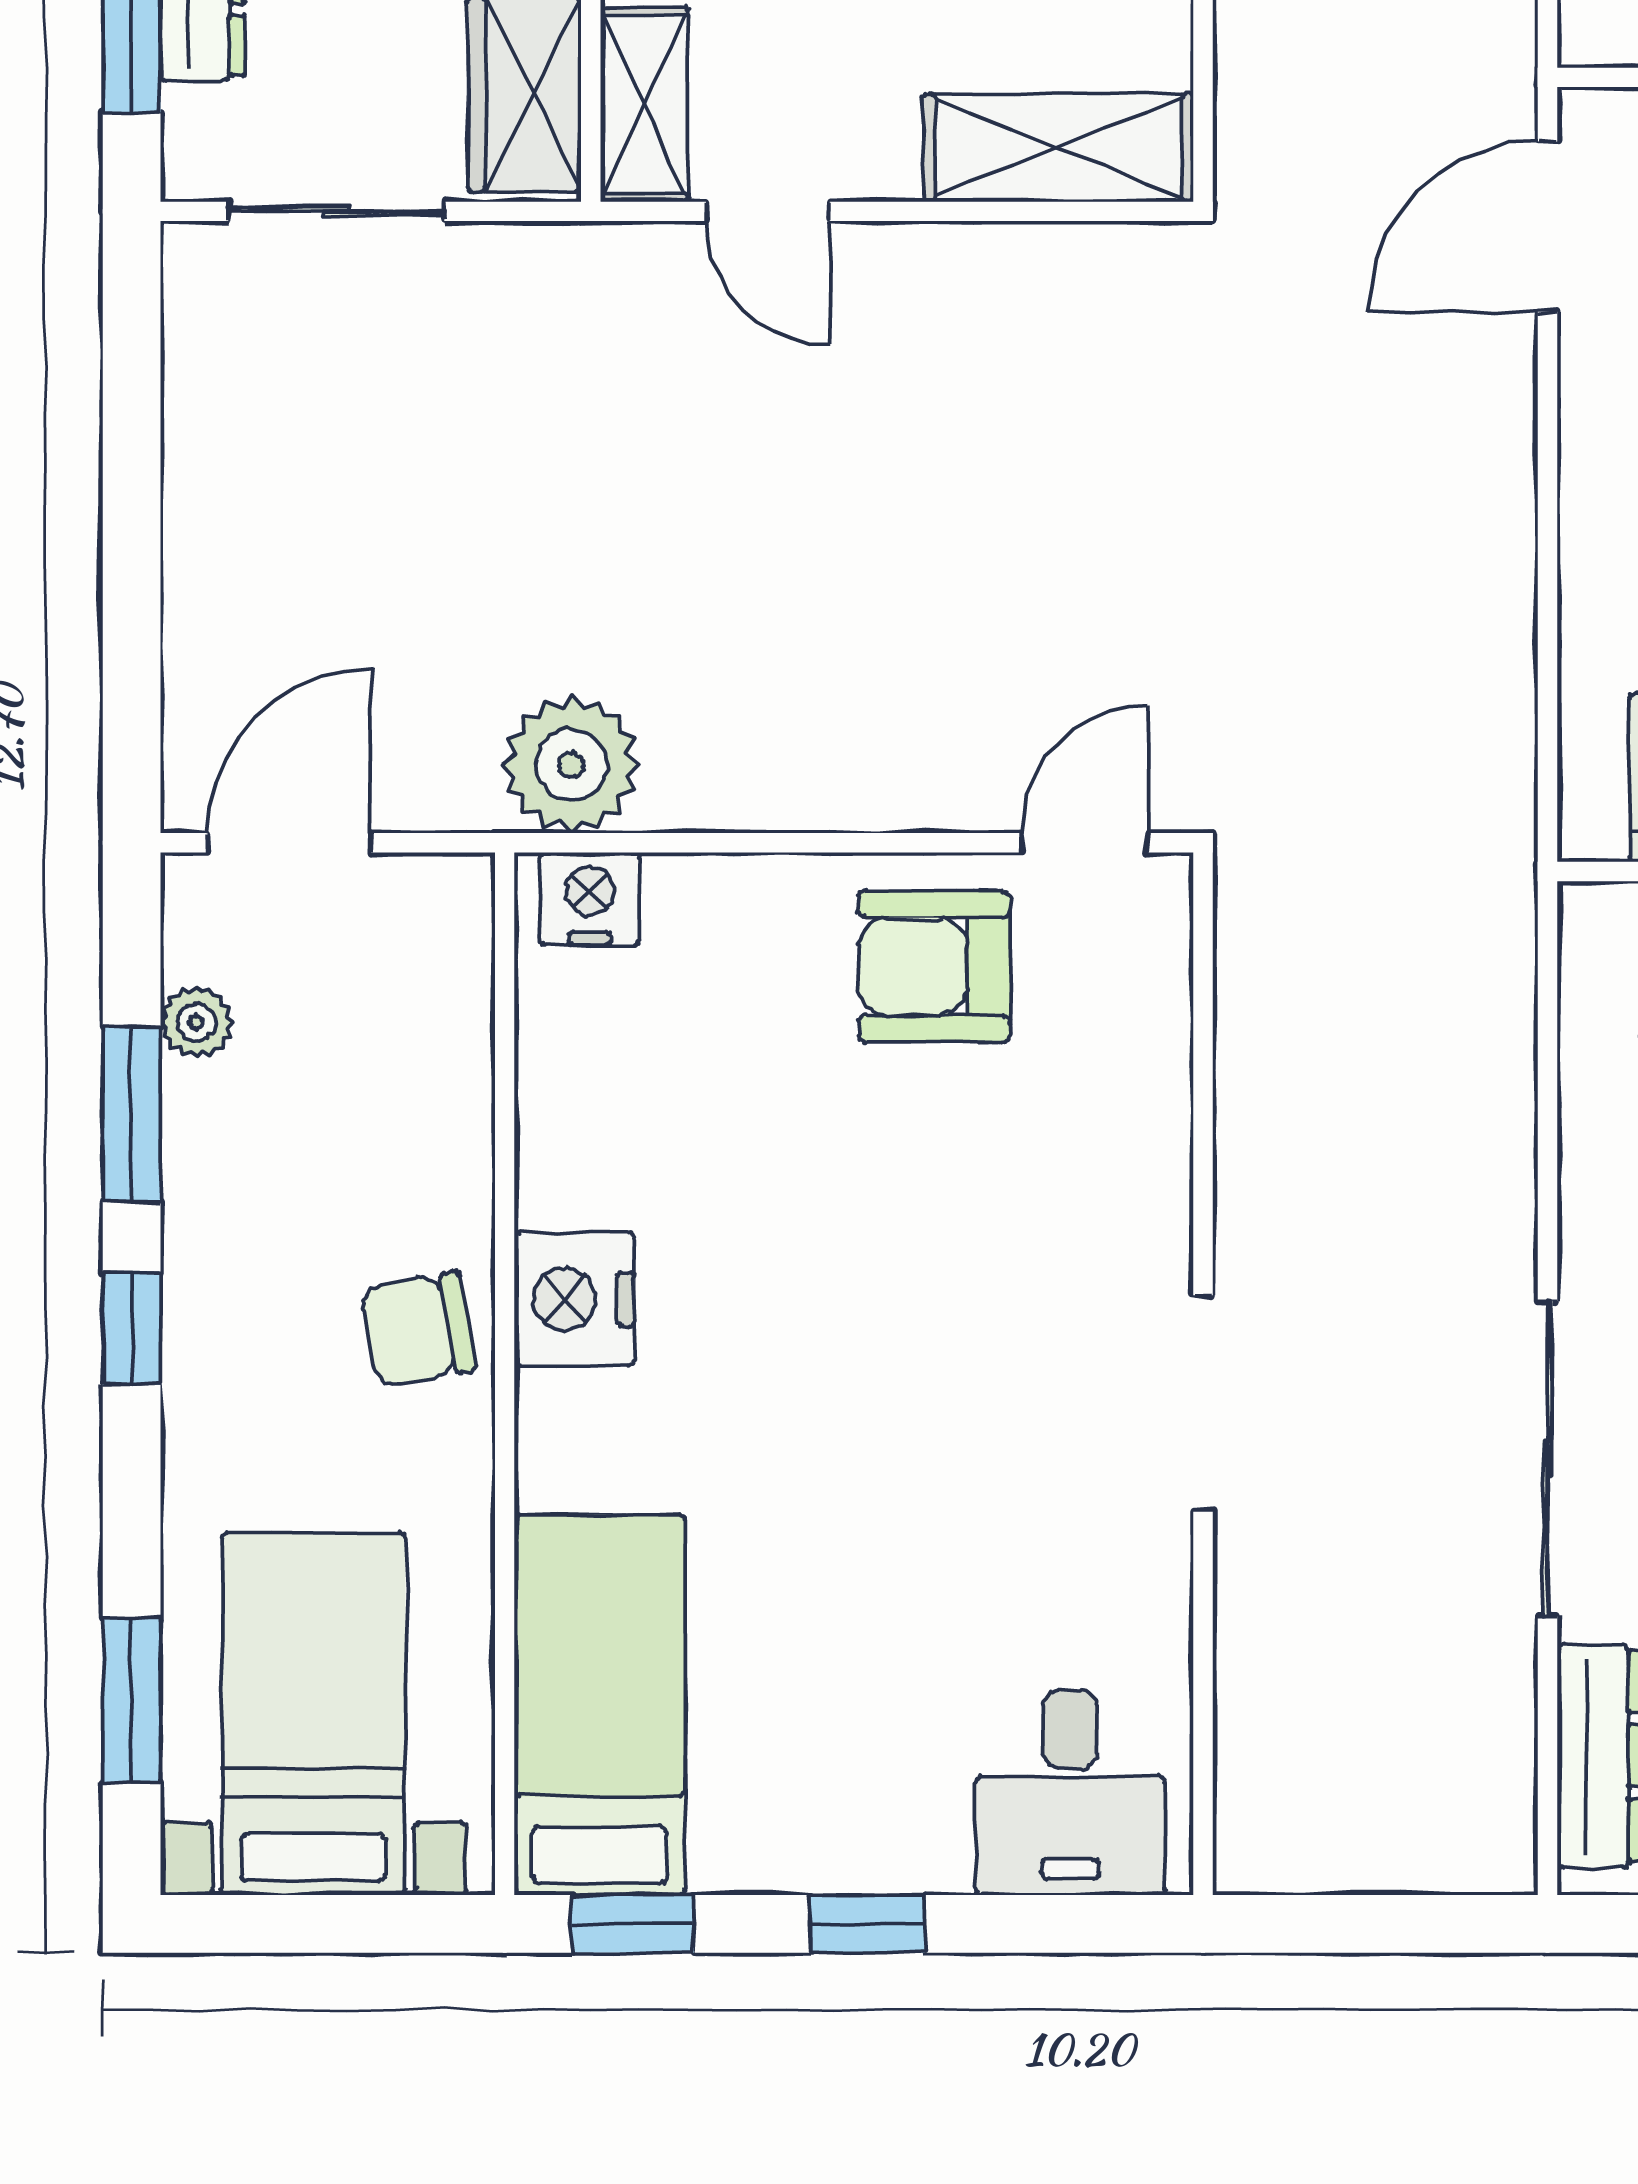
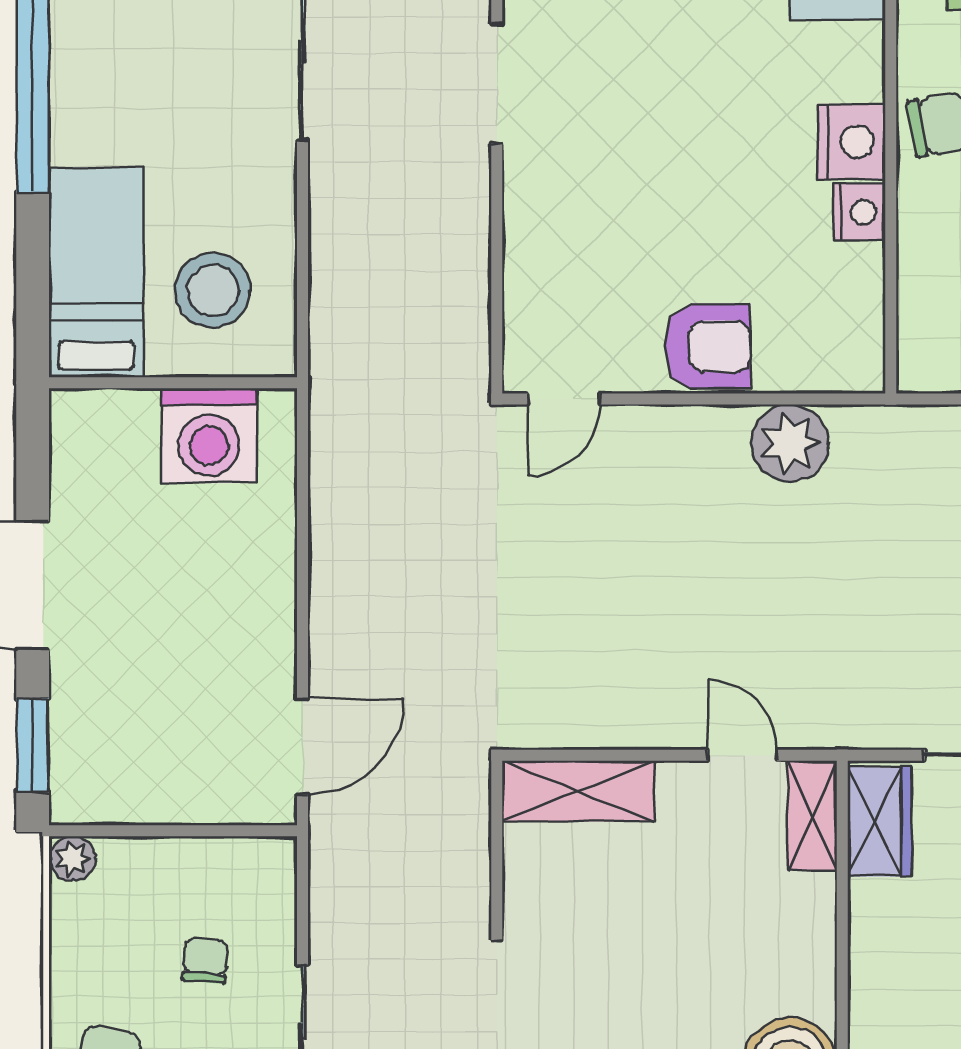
plant: (572, 765) -> (790, 443), moved
nightstand: (589, 899) -> (859, 212), moved, turned -90
armchair: (934, 966) -> (708, 346), moved

